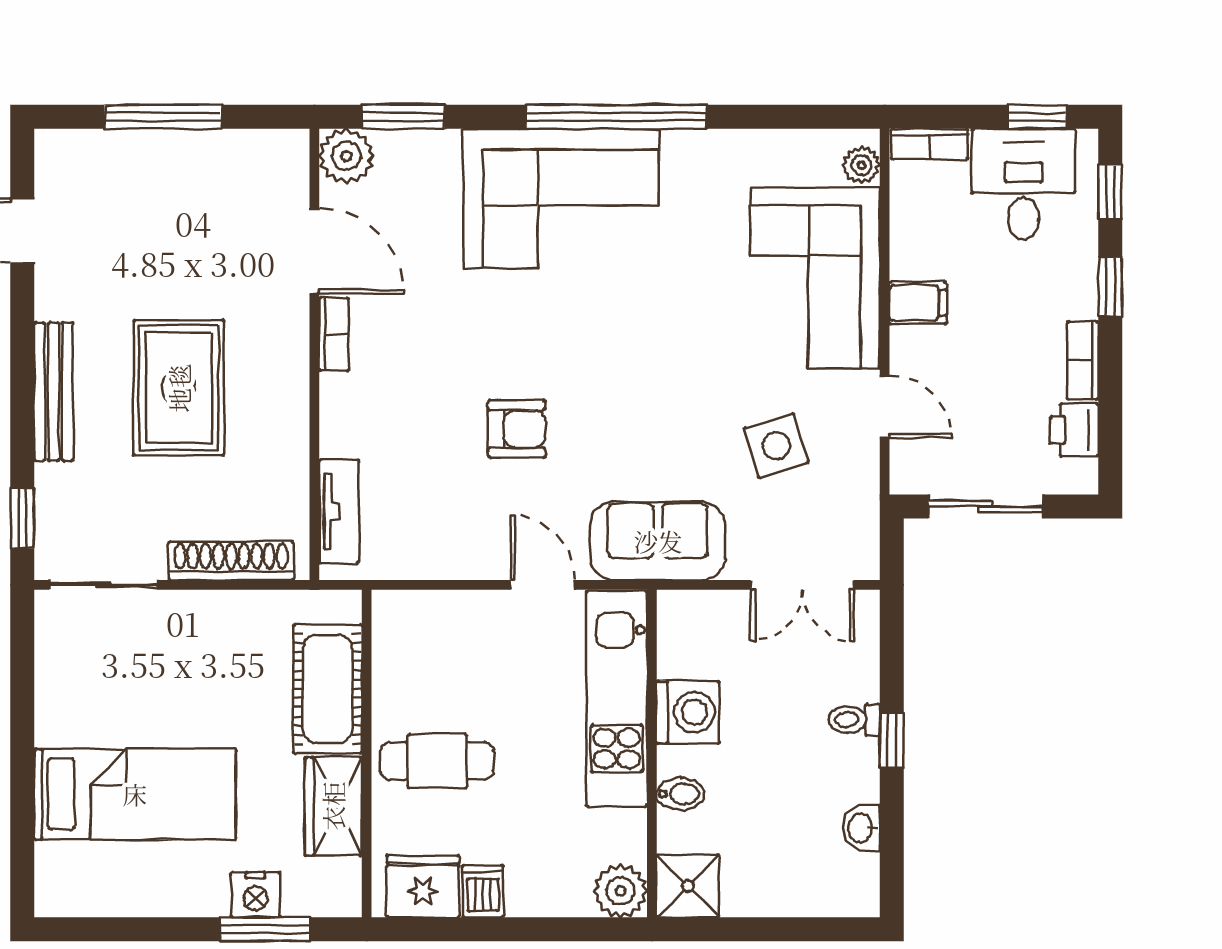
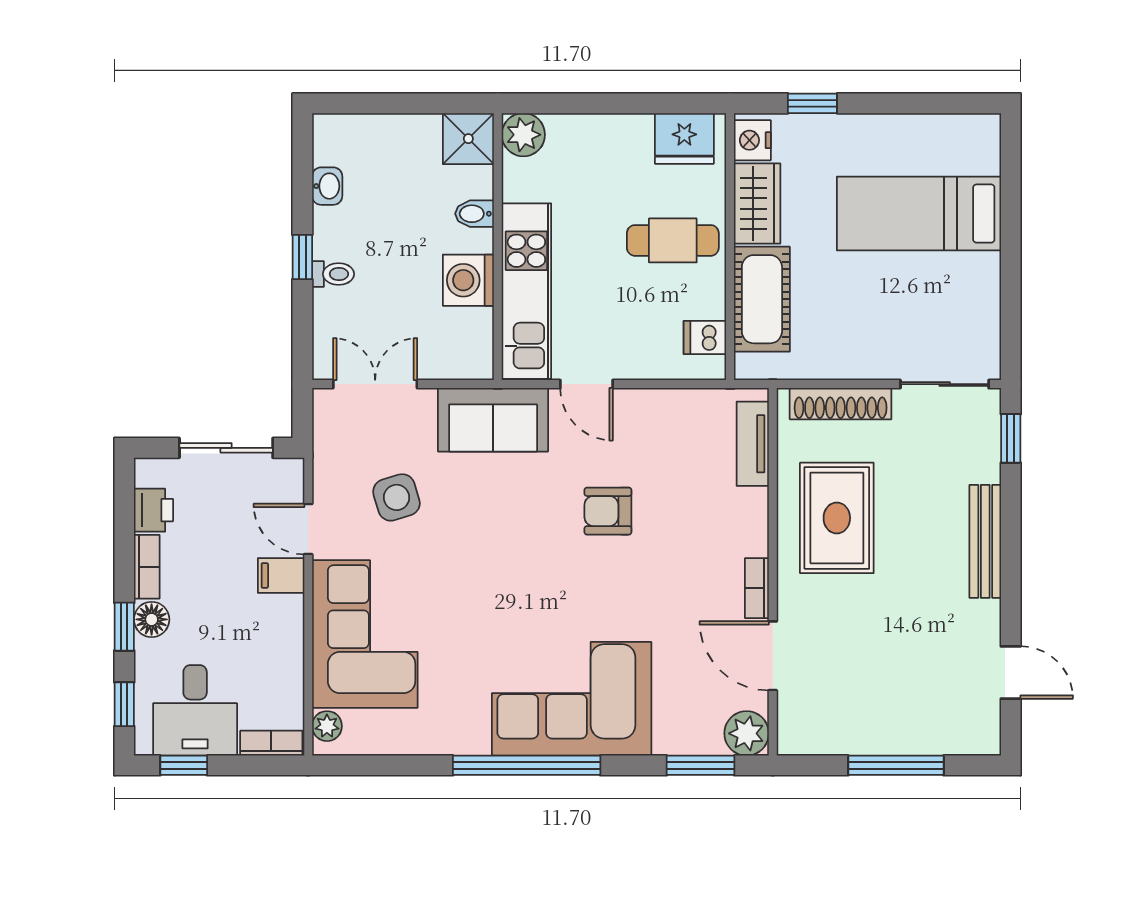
floor lamp: (1077, 296) -> (152, 619), added
filing cabinet: (918, 303) -> (281, 575), moved
rug: (179, 388) -> (837, 518), moved
dishwasher: (483, 891) -> (705, 337), moved, turned 90
nightstand: (255, 895) -> (752, 140), moved, turned -90
window: (266, 929) -> (812, 103), width x0.67

